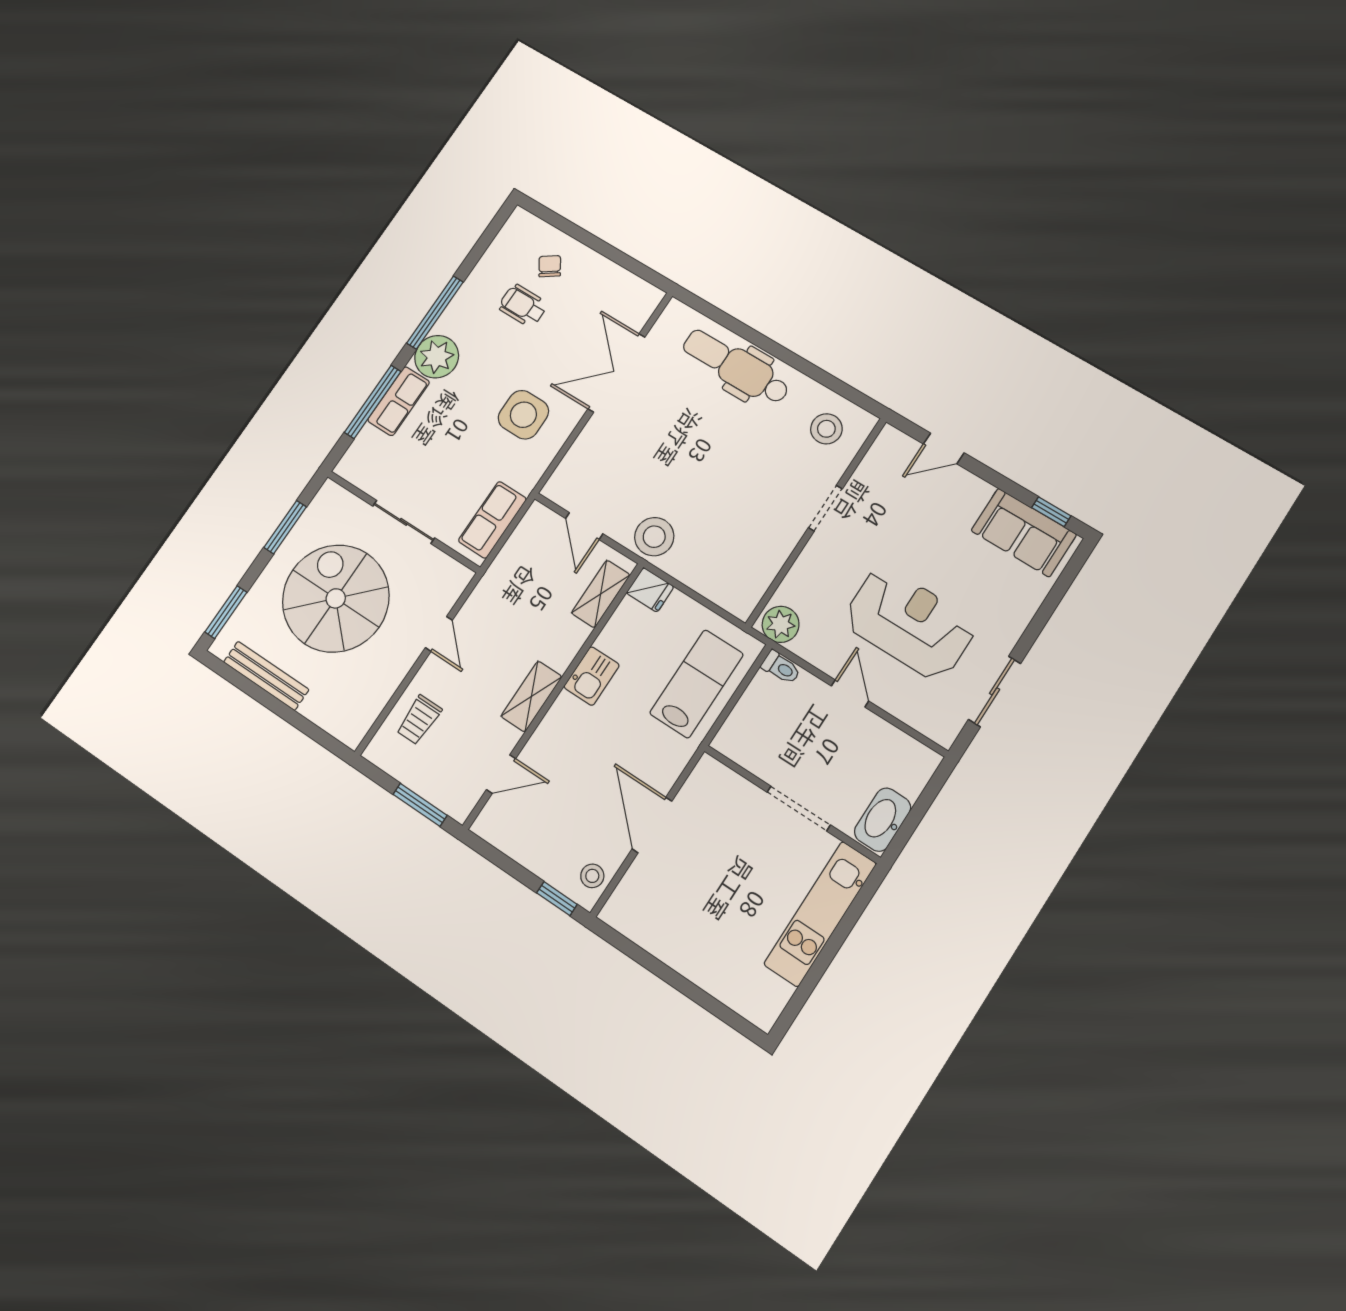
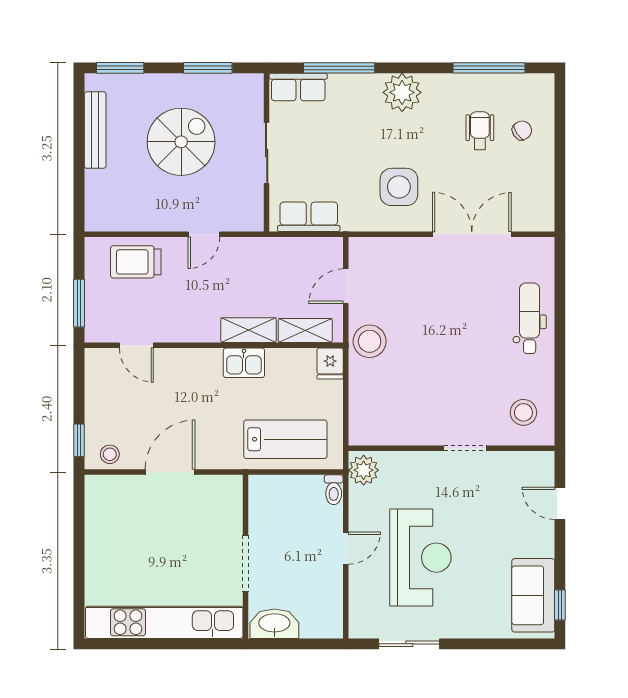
window: (435, 313) -> (489, 68), moved
dental chair: (736, 367) -> (530, 318), width x0.73, depth x0.72
row of seats: (399, 401) -> (298, 87), moved
spiral stairs: (336, 598) -> (181, 142), width x0.73, depth x0.73
shelving: (531, 696) -> (248, 330), moved
trolley: (419, 720) -> (136, 262), width x1.36, depth x1.39
kitchen unit: (820, 914) -> (164, 622), width x1.36

